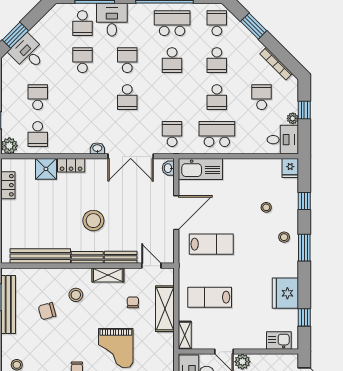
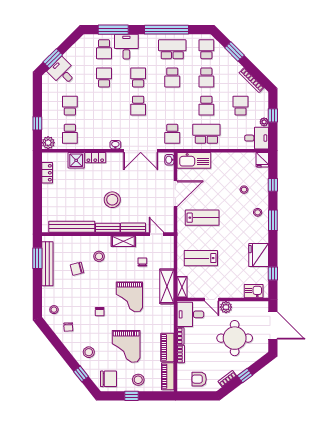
school desk: (172, 134) -> (172, 134), turned 180
shelving: (165, 309) -> (167, 286), moved

